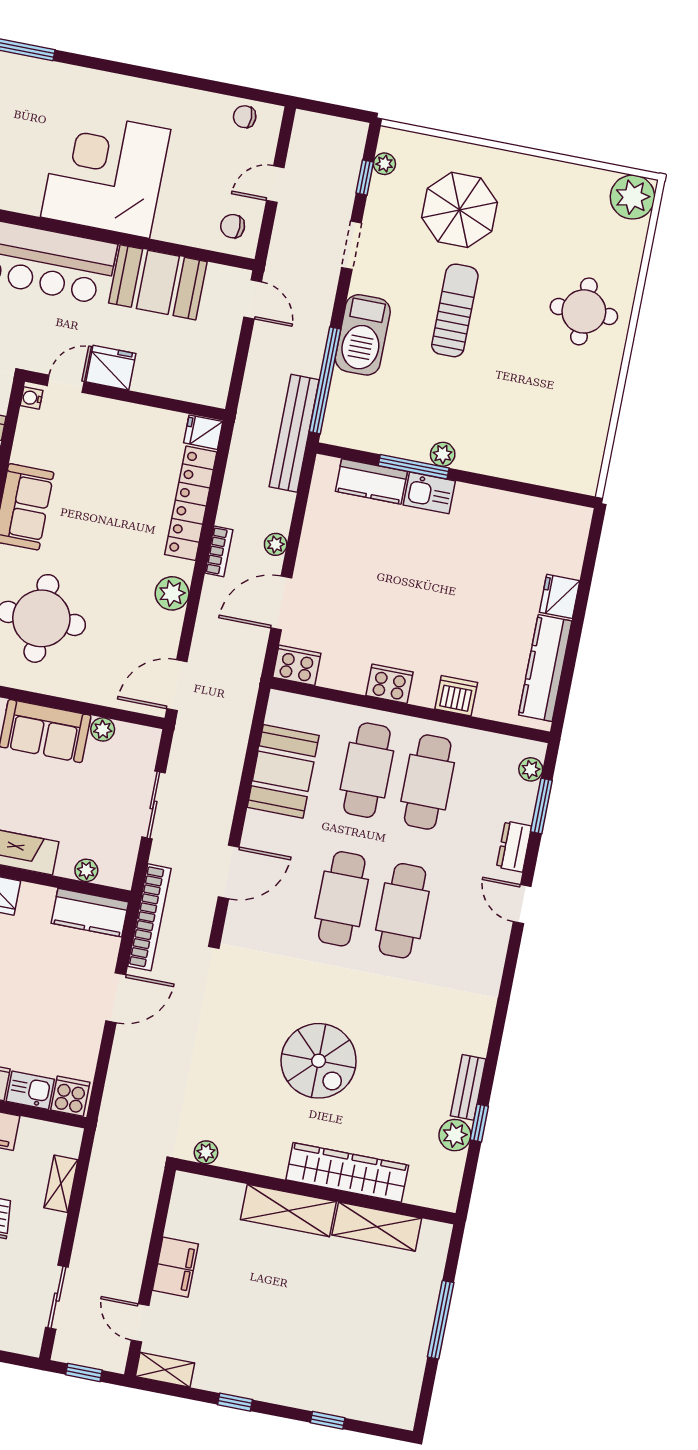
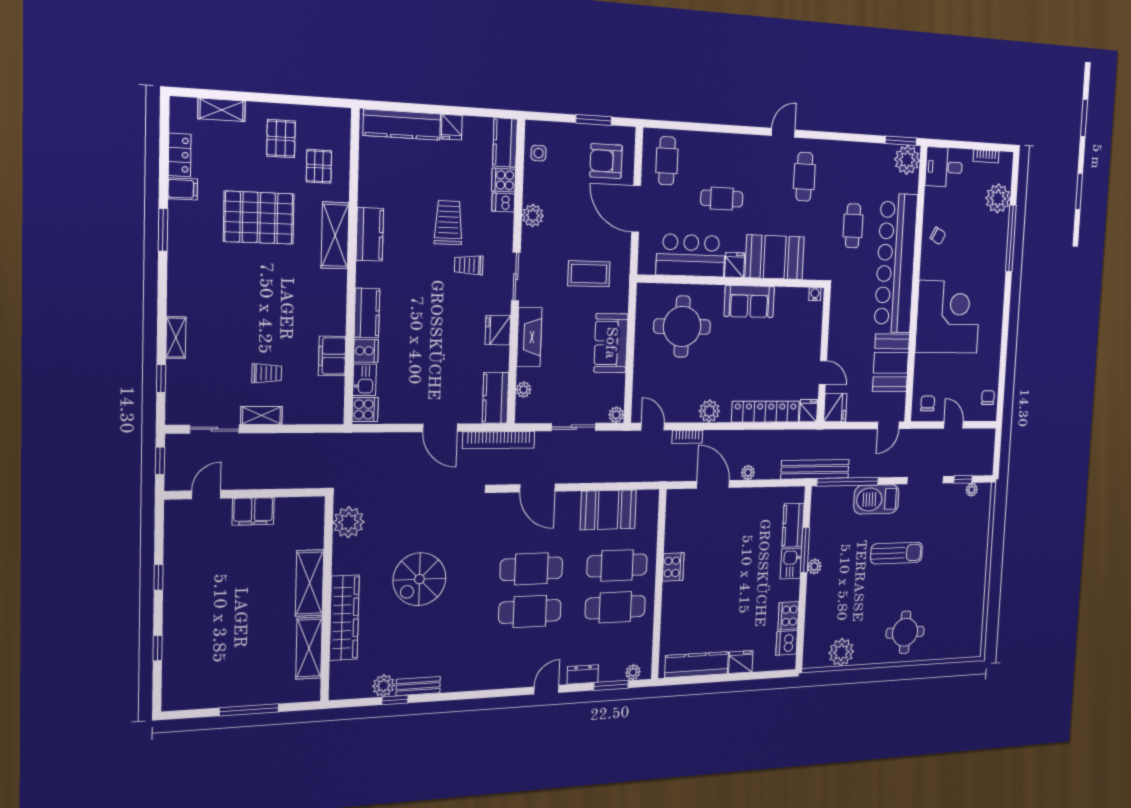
plant: (632, 197) -> (841, 652), moved
parasol: (459, 210) -> (952, 542), removed
doorway: (351, 245) -> (925, 480), width x1.38
fridge: (111, 368) -> (835, 408), moved
door: (66, 384) -> (823, 373), moved
bookcase: (219, 551) -> (687, 437), moved
cooker: (297, 665) -> (788, 616), moved, turned 180
door: (177, 685) -> (653, 427), width x0.73
dishwasher: (456, 696) -> (787, 643), moved, turned 180
plant: (103, 729) -> (616, 415), moved
plant: (206, 1152) -> (349, 522), width x1.88, depth x1.88
shelving: (61, 1184) -> (261, 415), moved
shelving: (165, 1370) -> (174, 520), removed

